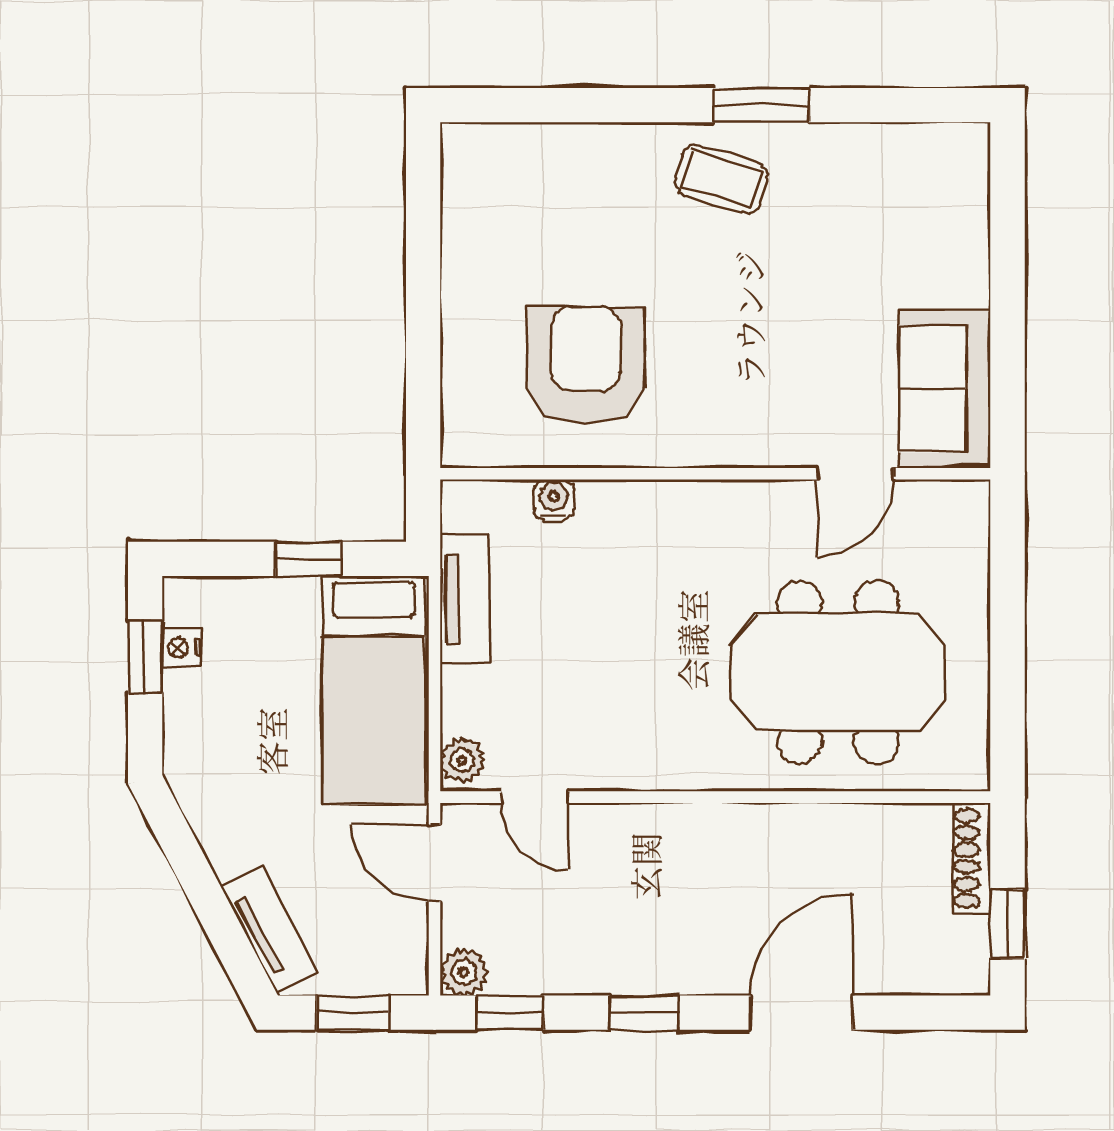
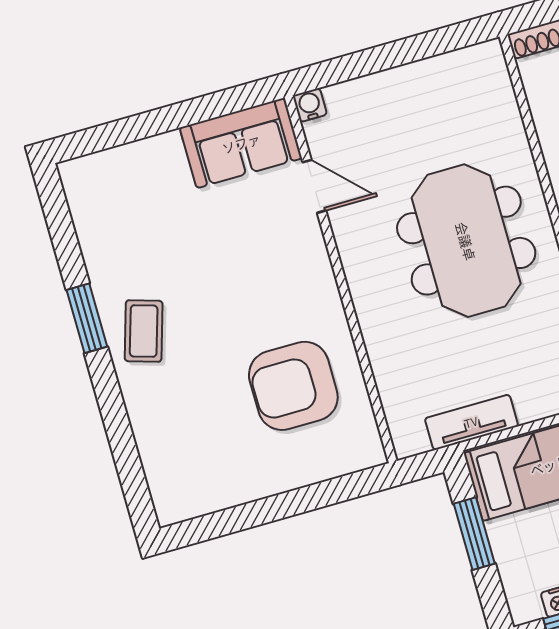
water cooler: (554, 500) -> (310, 105), moved, turned 90
window: (308, 559) -> (474, 534), width x1.50
meeting table: (838, 672) -> (466, 241), moved

